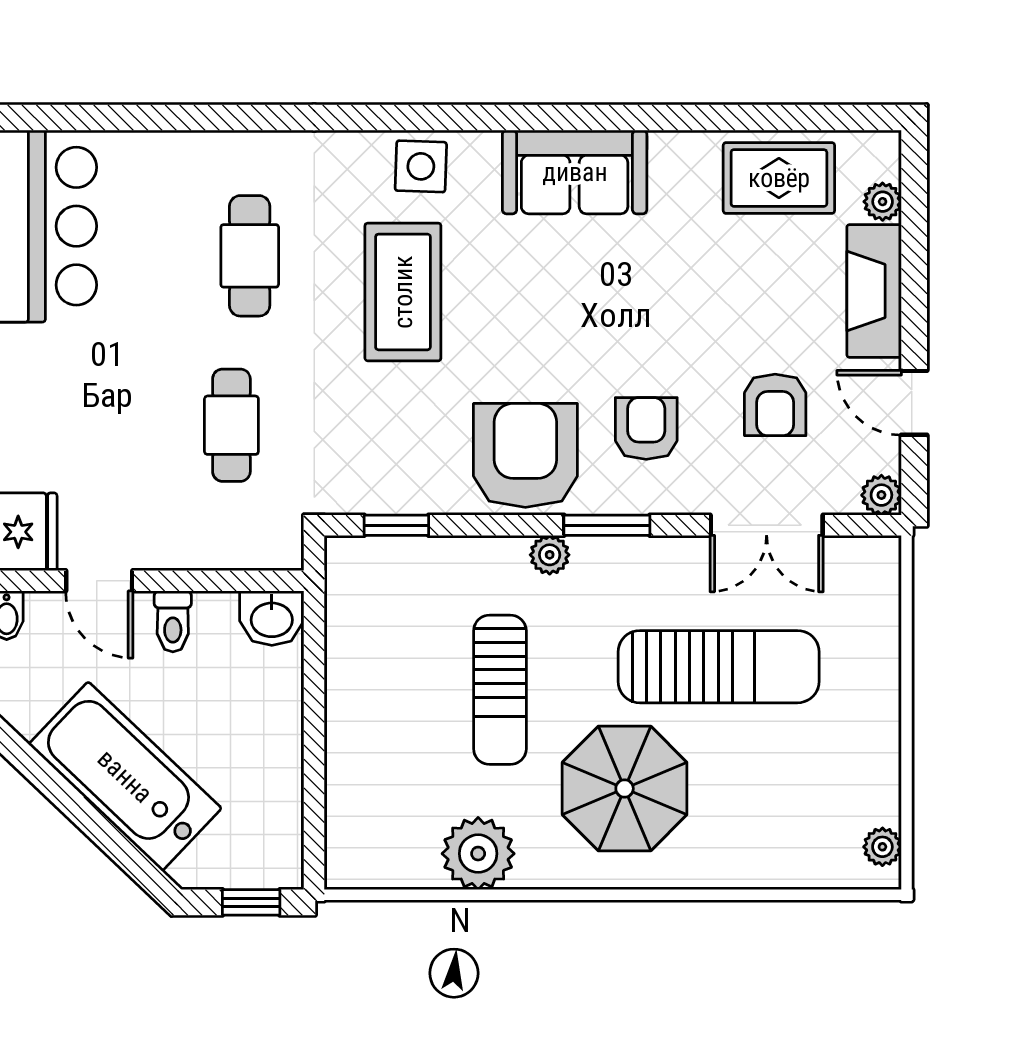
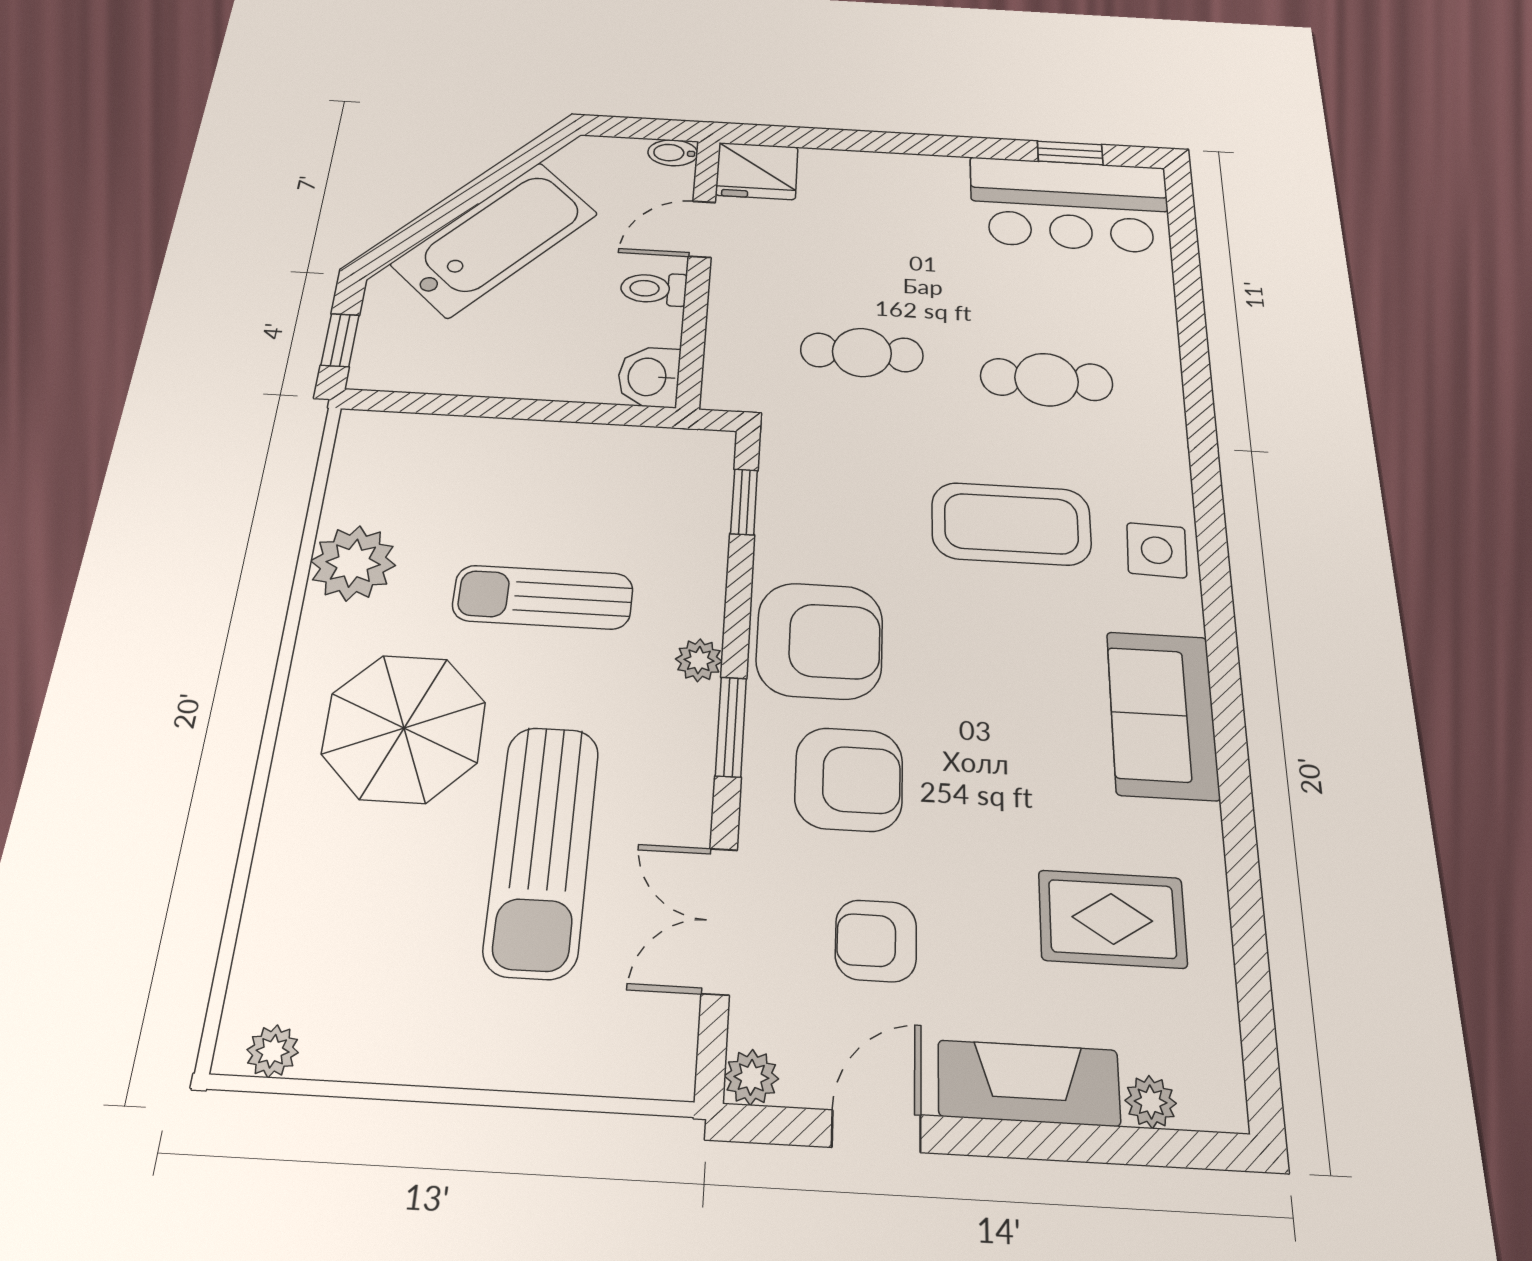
rug: (779, 178) -> (1112, 919), moved, turned 90
armchair: (646, 428) -> (849, 779), width x1.38, depth x1.38

